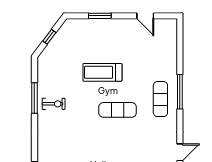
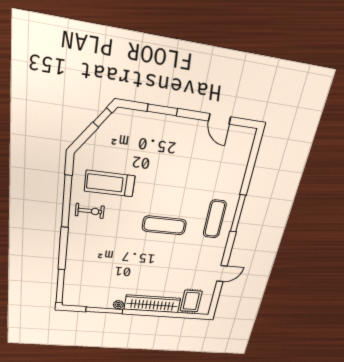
window: (49, 37) -> (102, 118), moved
treadmill: (102, 72) -> (110, 183), moved
window: (34, 98) -> (67, 202), width x1.46

